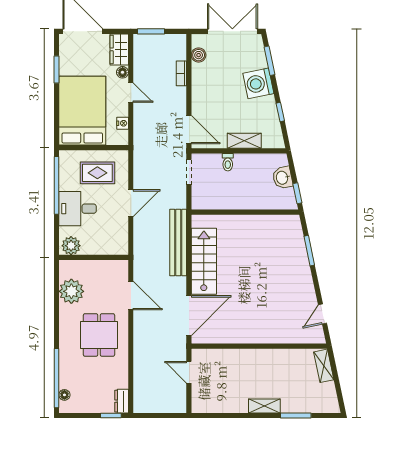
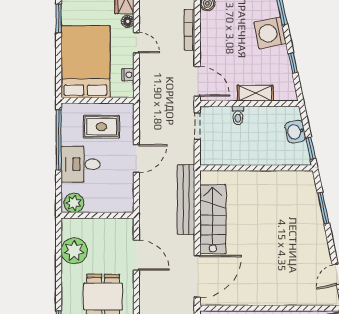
bookcase: (181, 73) -> (189, 30), width x1.56

